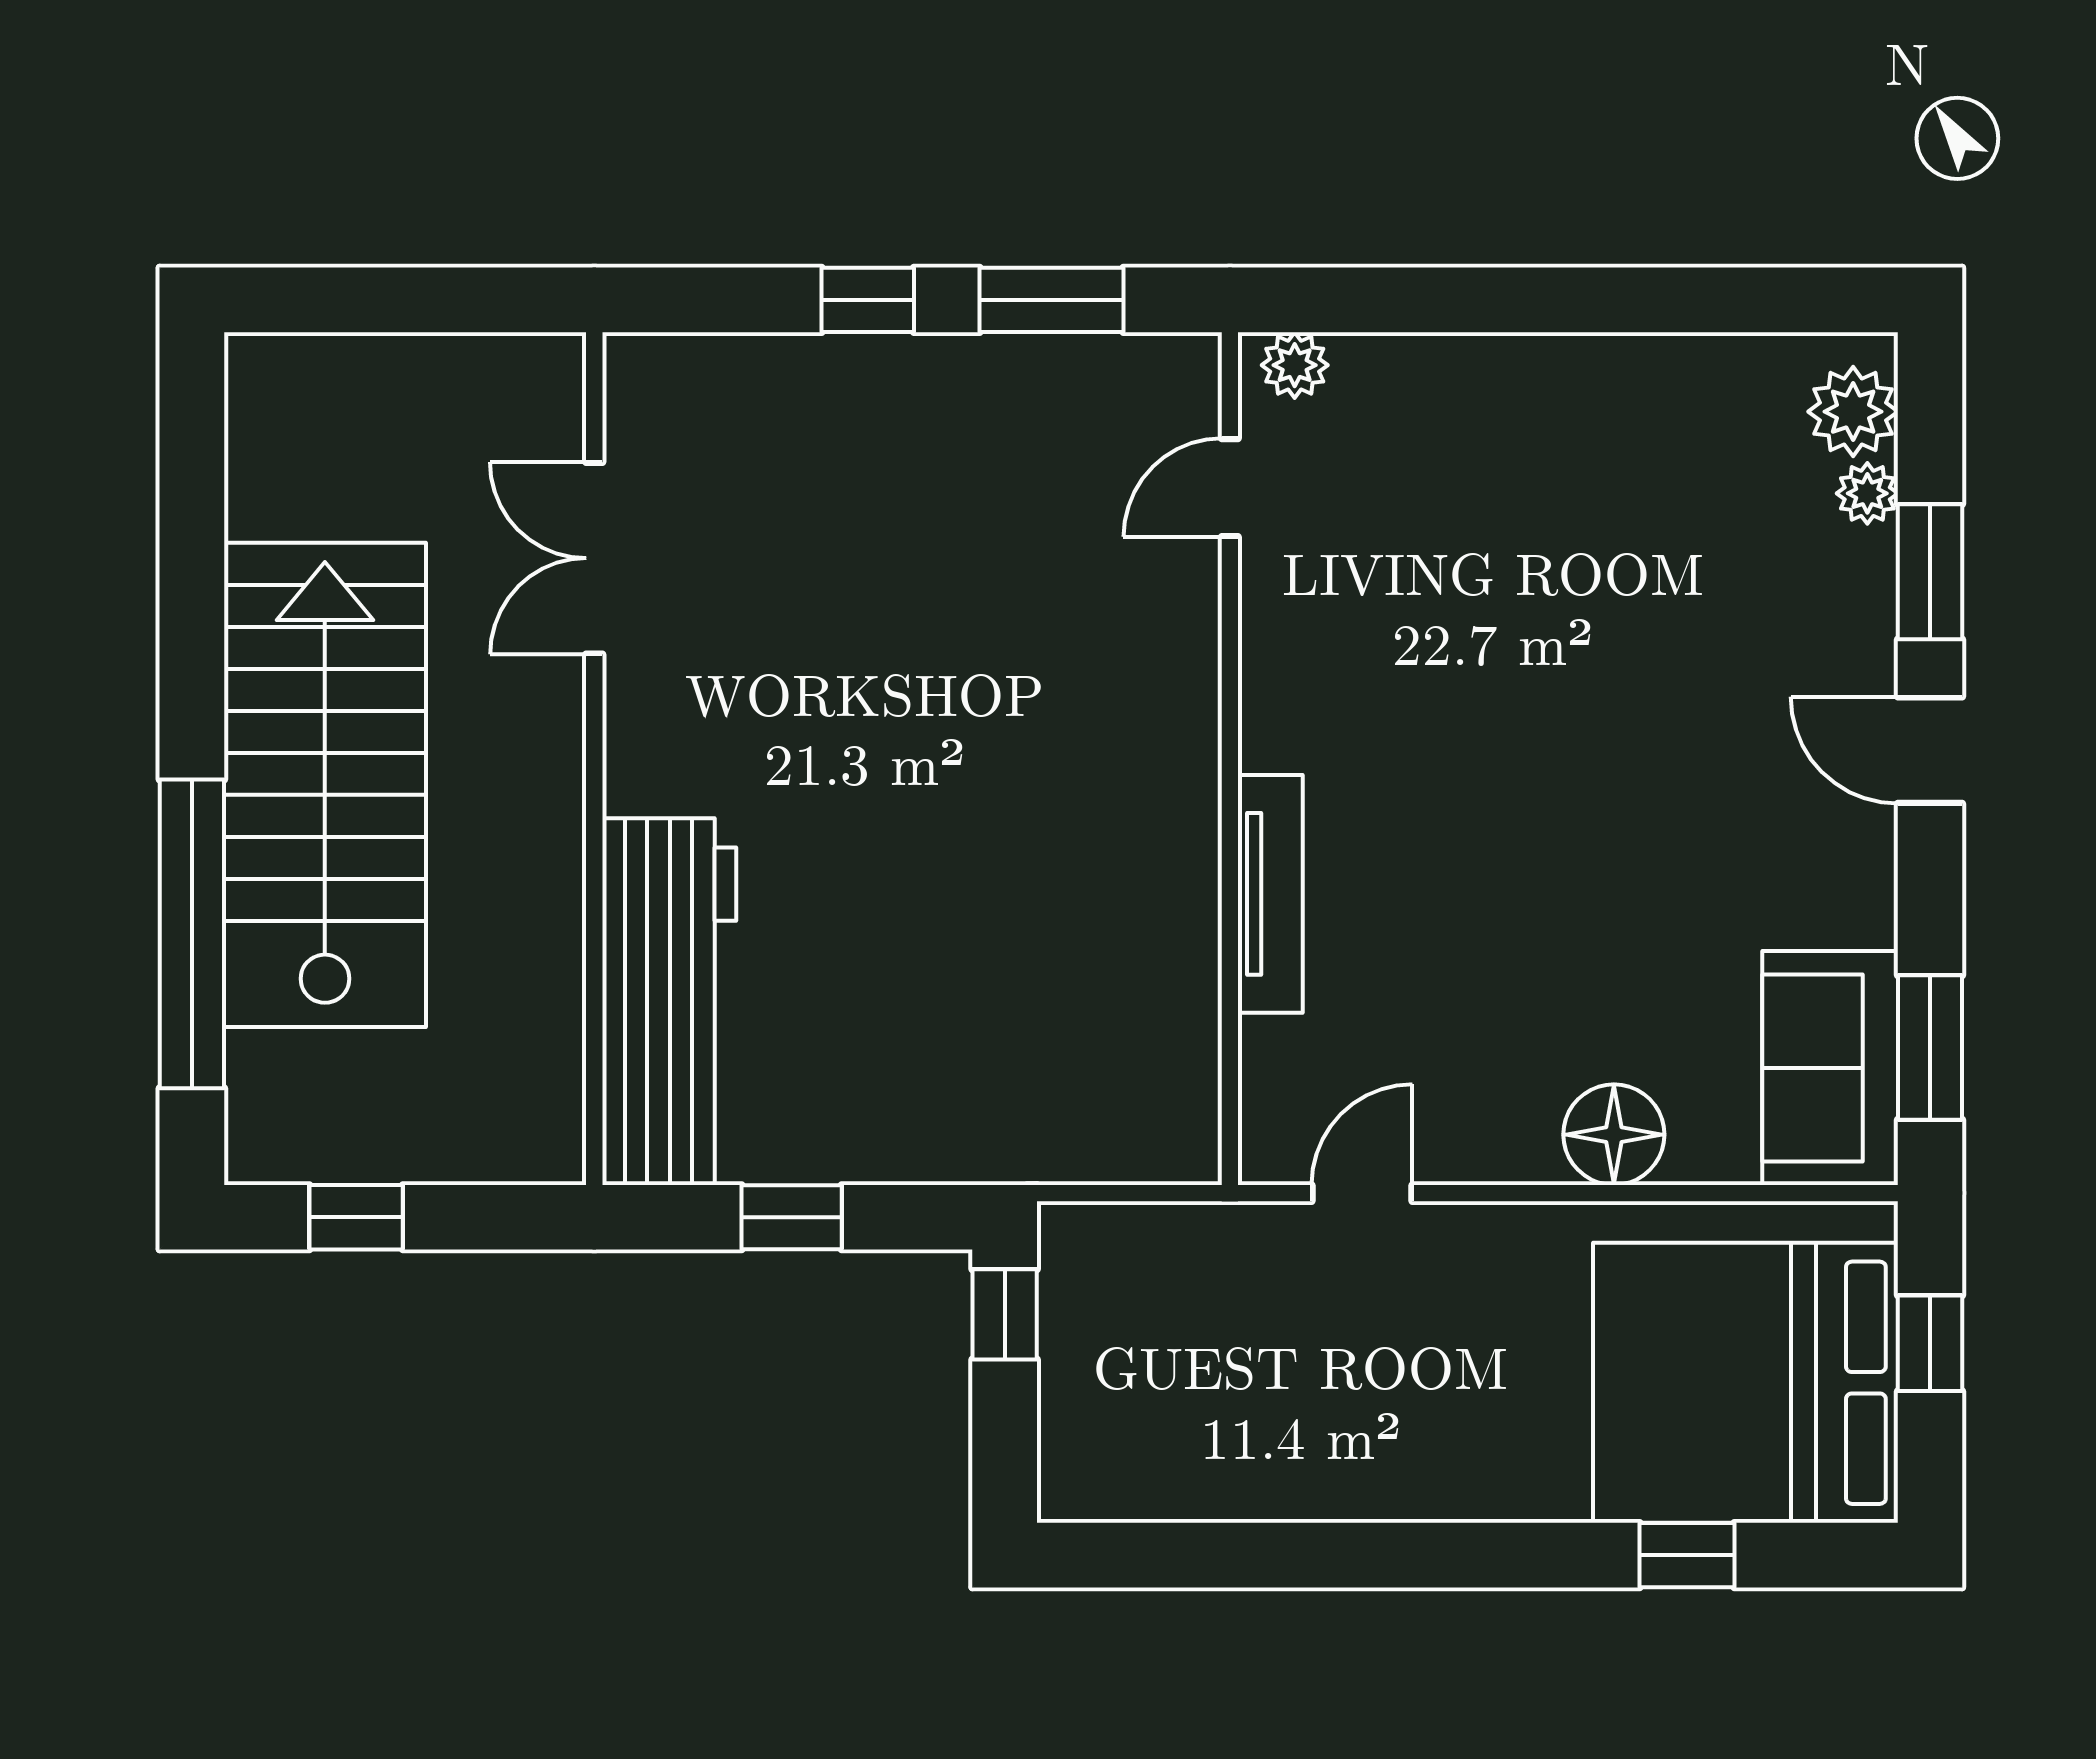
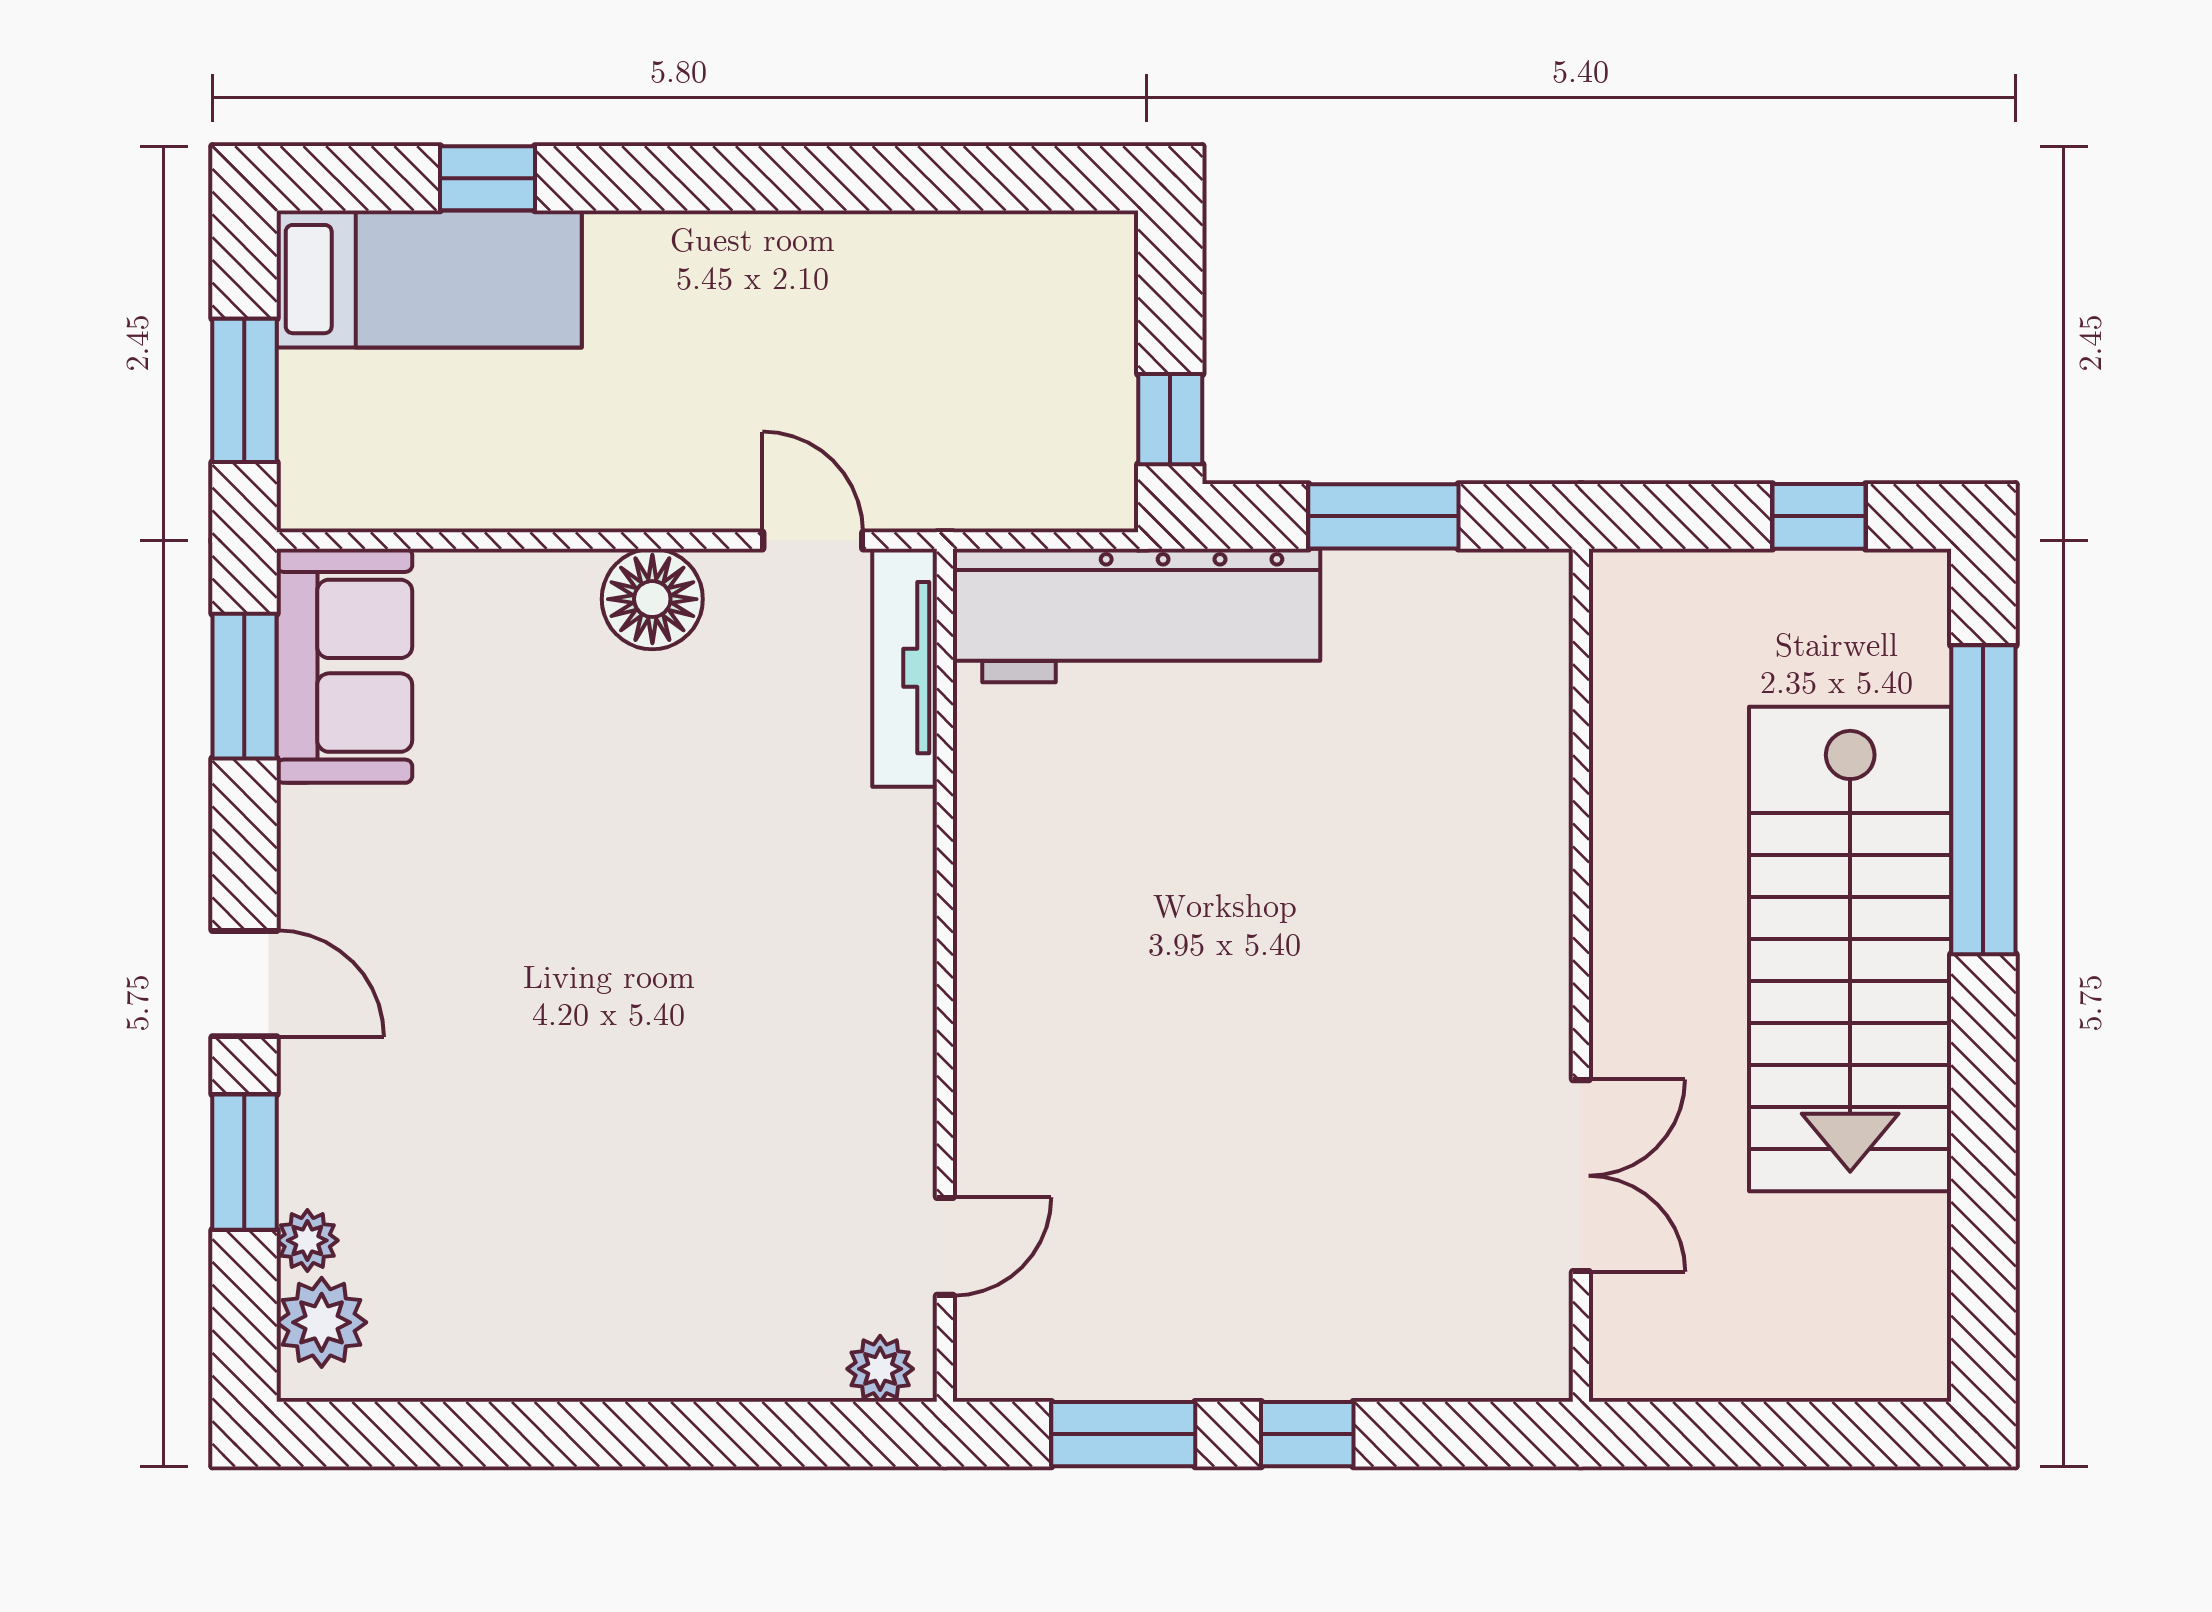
tv unit: (1270, 894) -> (905, 668), moved
workbench: (669, 1002) -> (1136, 615), moved, turned -90
floor lamp: (1614, 1135) -> (652, 599), moved
door: (1362, 1193) -> (813, 541), swing flipped
window: (792, 1217) -> (1383, 516), width x1.50
window: (1930, 1343) -> (244, 390), width x1.50
bed: (1745, 1383) -> (429, 279), width x0.49

